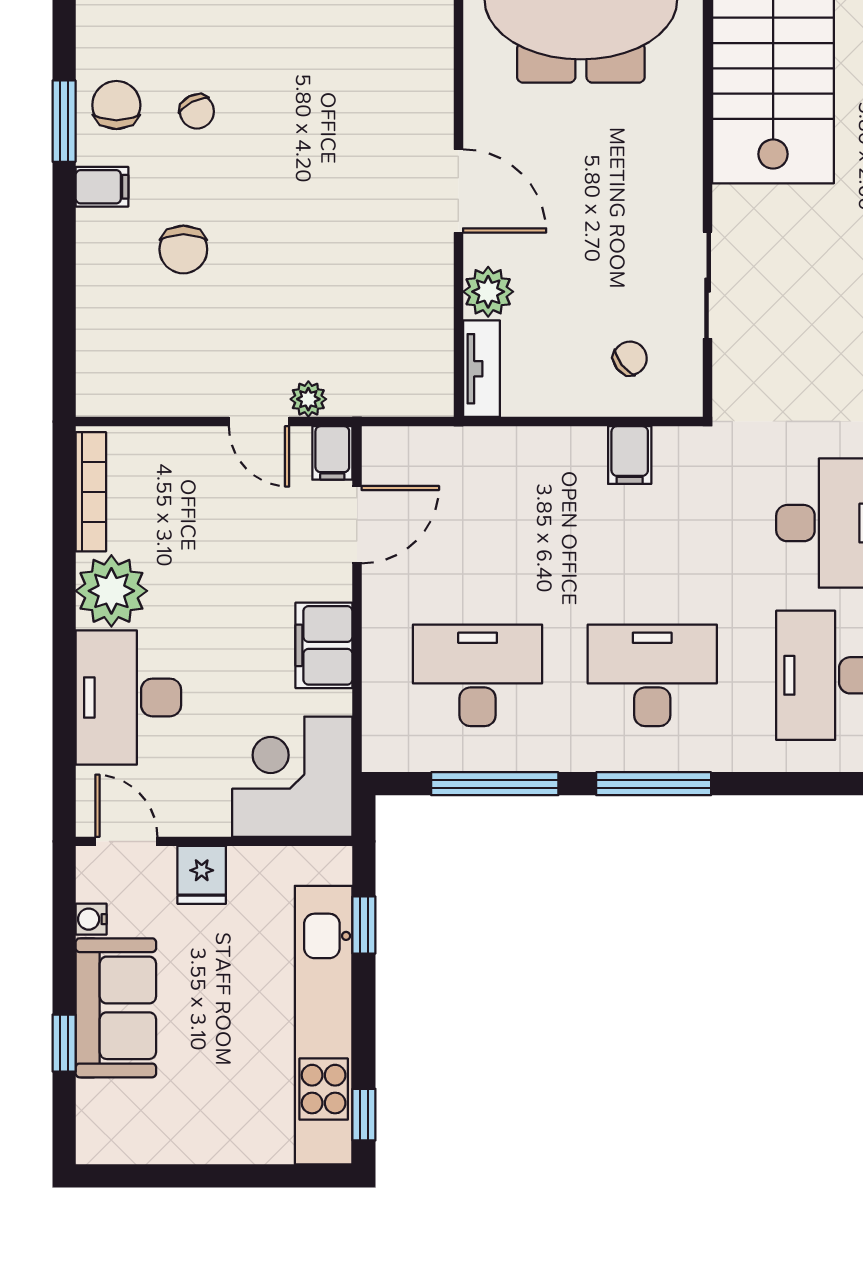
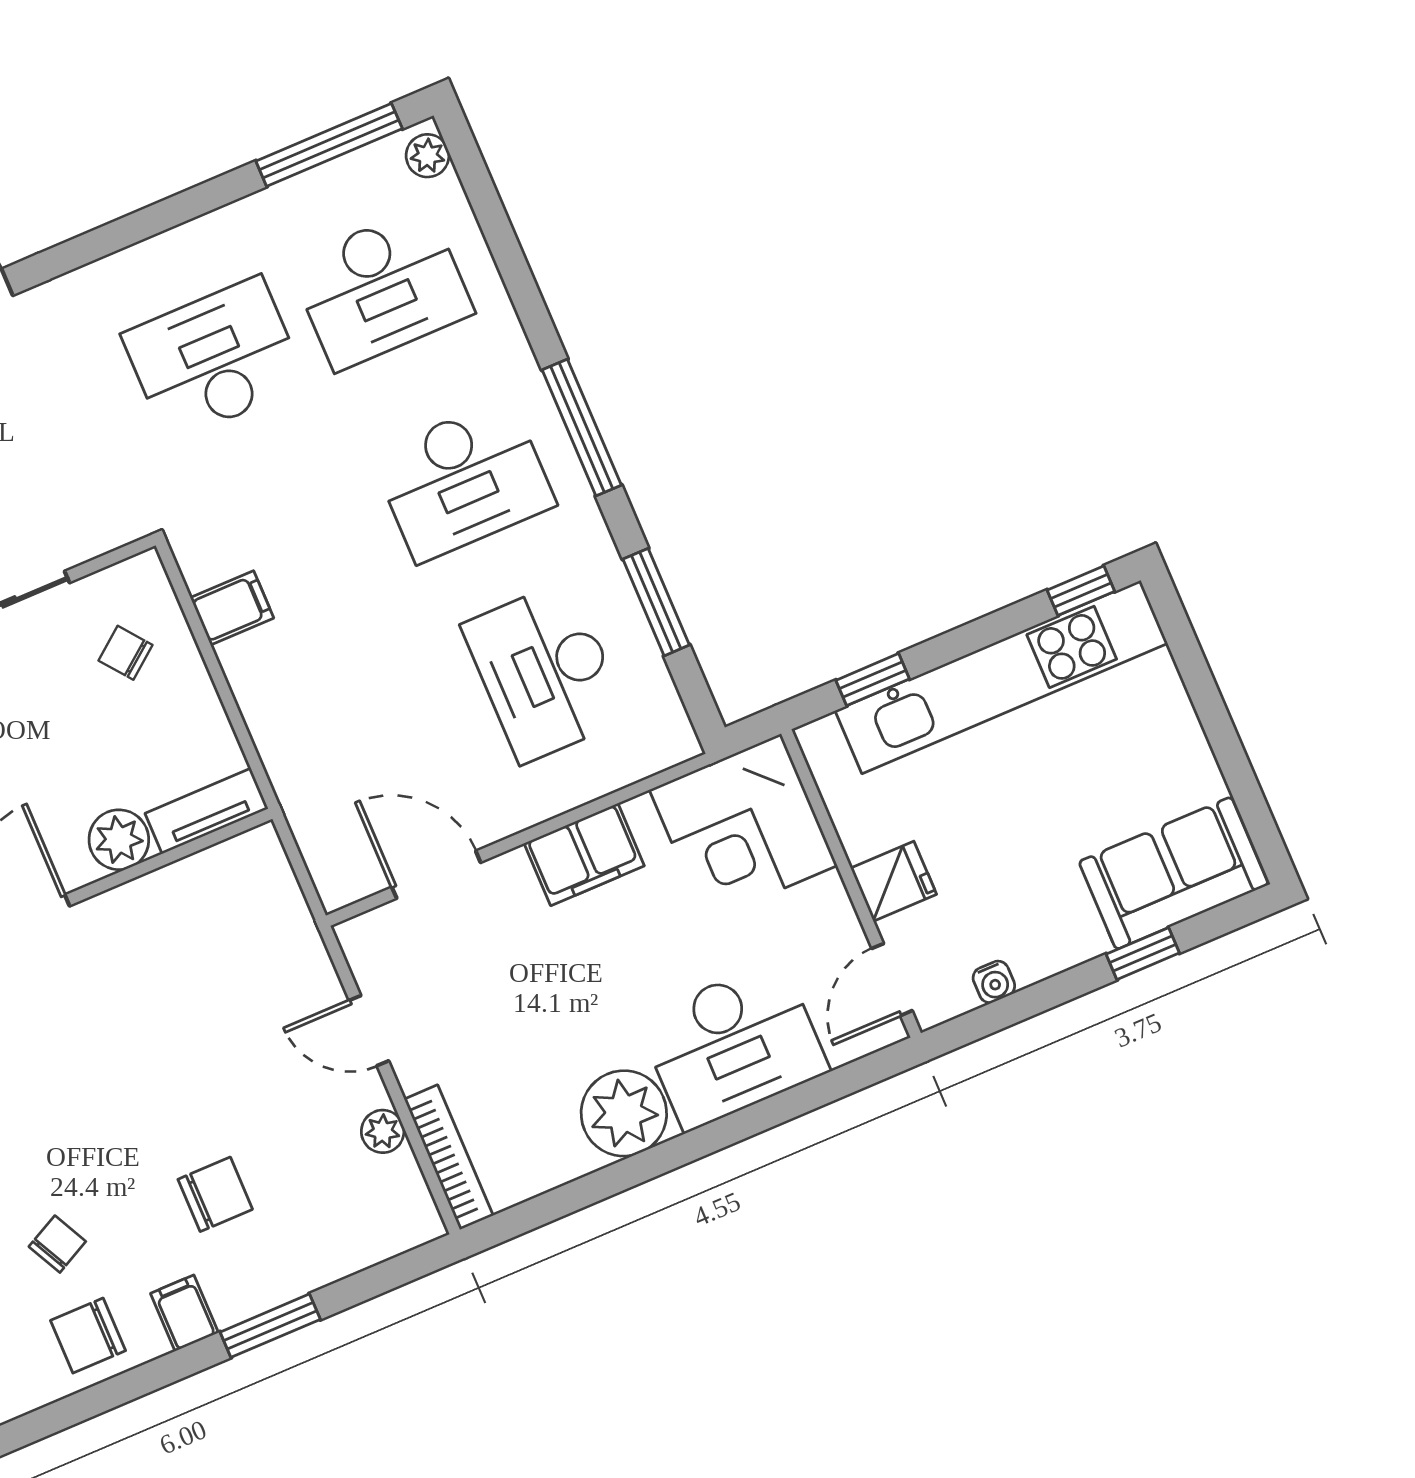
window: (64, 121) -> (270, 1326), moved
plant: (308, 399) -> (383, 1131), moved
door: (259, 422) -> (369, 1031), swing flipped
filing cabinet: (332, 453) -> (369, 935), removed
bookcase: (91, 492) -> (449, 1157), moved, turned 90
desk: (652, 675) -> (463, 480), turned -90
window: (495, 784) -> (656, 602), width x0.69
sofa: (116, 1008) -> (1174, 873), moved

